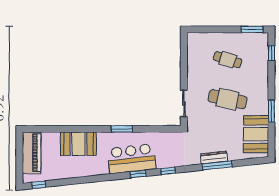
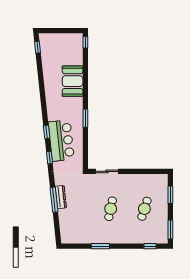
window: (211, 29) -> (170, 195), added
cafe table: (228, 99) -> (111, 209), width x0.73, depth x0.74
window: (33, 129) -> (85, 42), added
booth: (256, 134) -> (81, 233), removed
piano: (31, 153) -> (65, 41), removed
bar counter: (132, 159) -> (61, 141), moved

